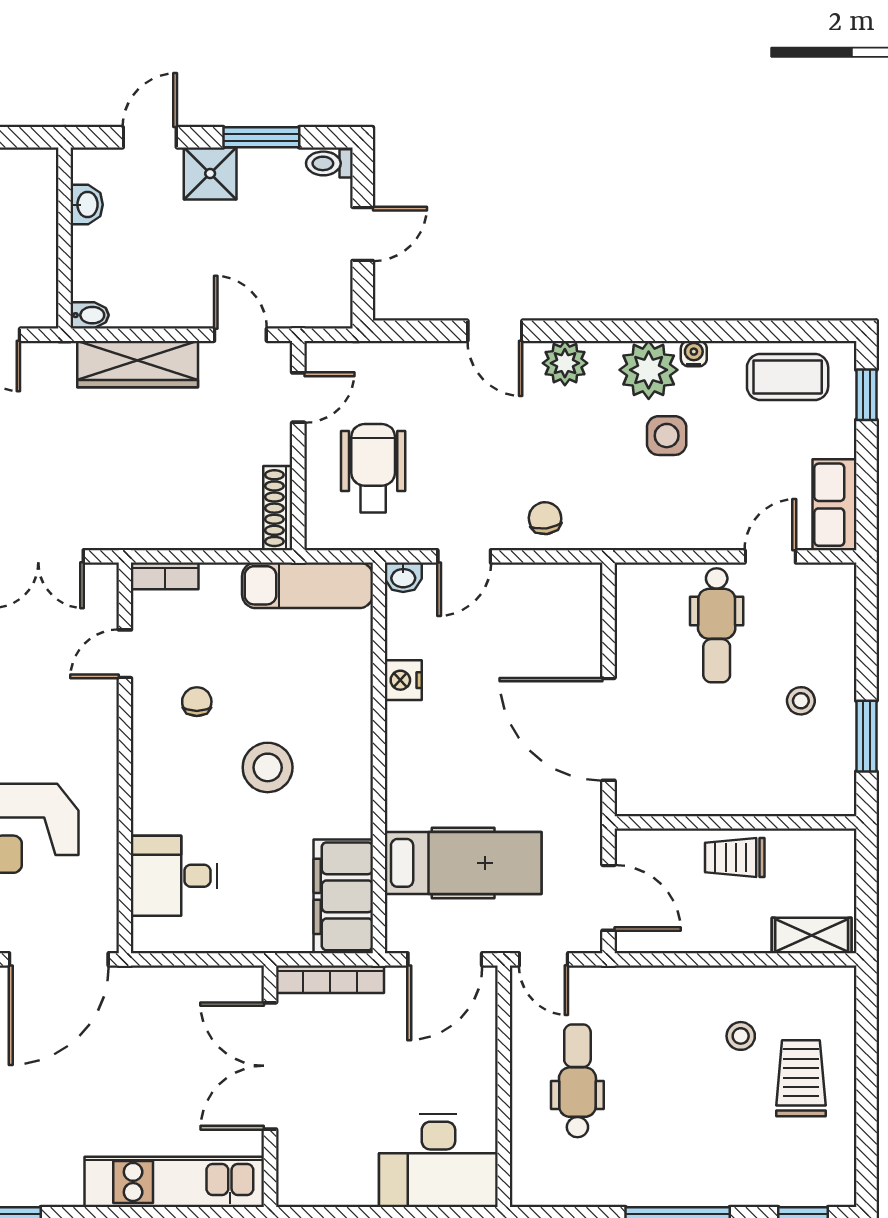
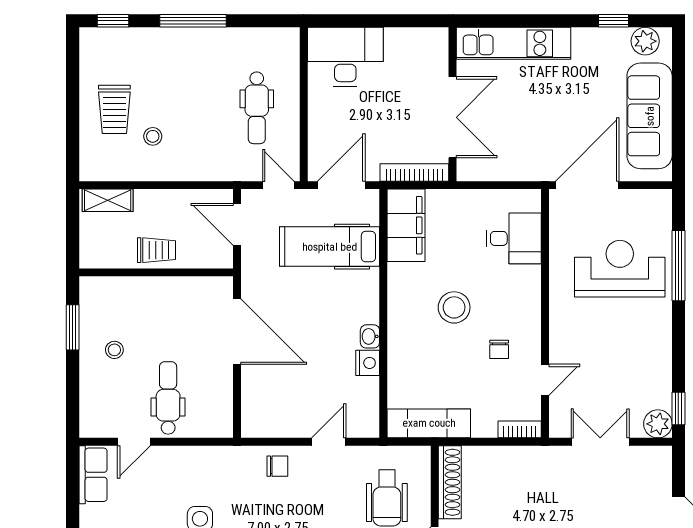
shoe rack: (278, 508) -> (450, 482), width x1.36, depth x1.24
chair: (545, 518) -> (277, 466), turned -83
washbasin: (403, 577) -> (370, 336), moved, turned -90

